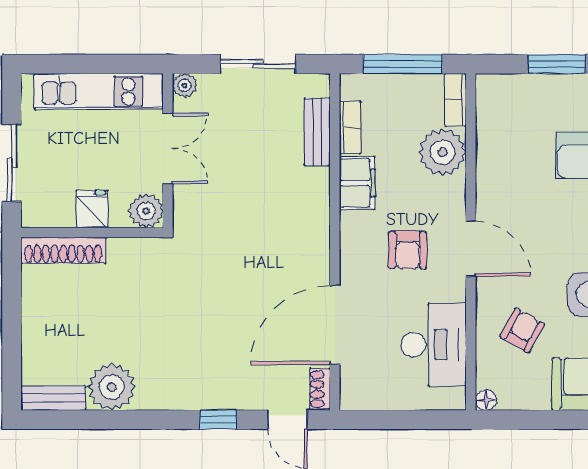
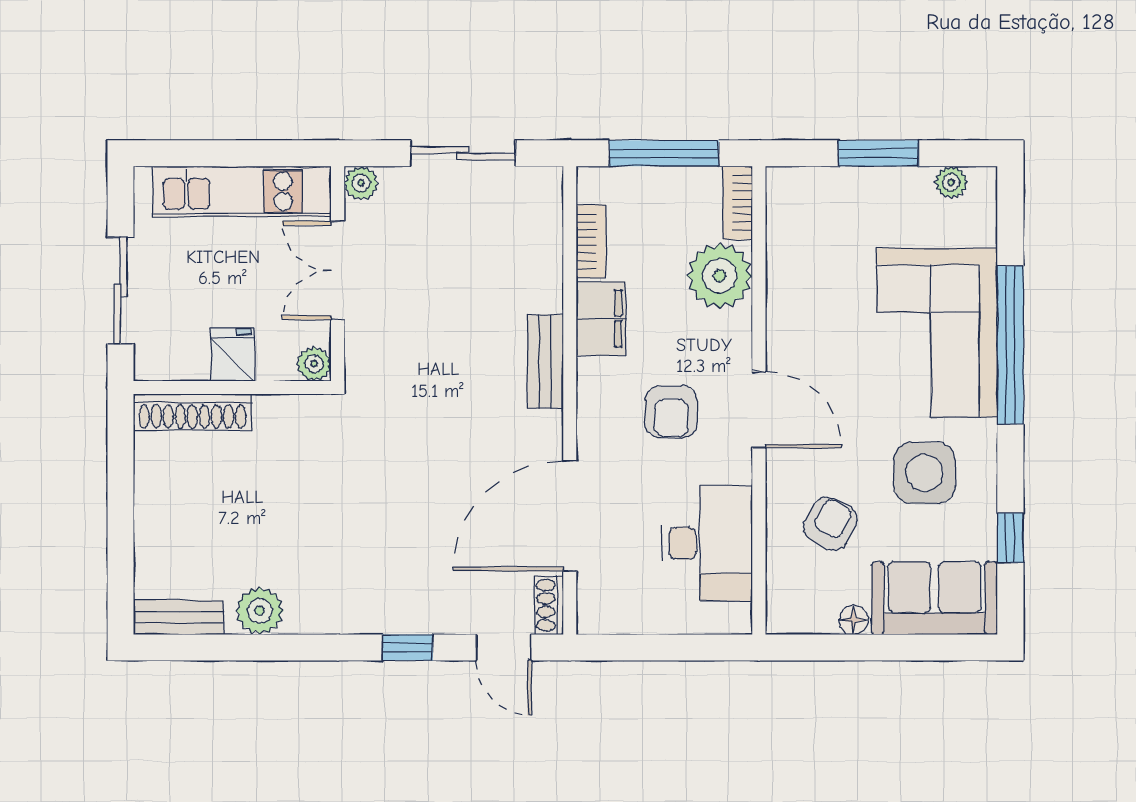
bench: (317, 132) -> (545, 362), moved
double door: (168, 148) -> (338, 270), swing flipped
plant: (146, 211) -> (314, 364), width x0.73, depth x0.73
plant: (112, 387) -> (260, 611), width x0.73, depth x0.73
floor lamp: (486, 400) -> (853, 620), moved

